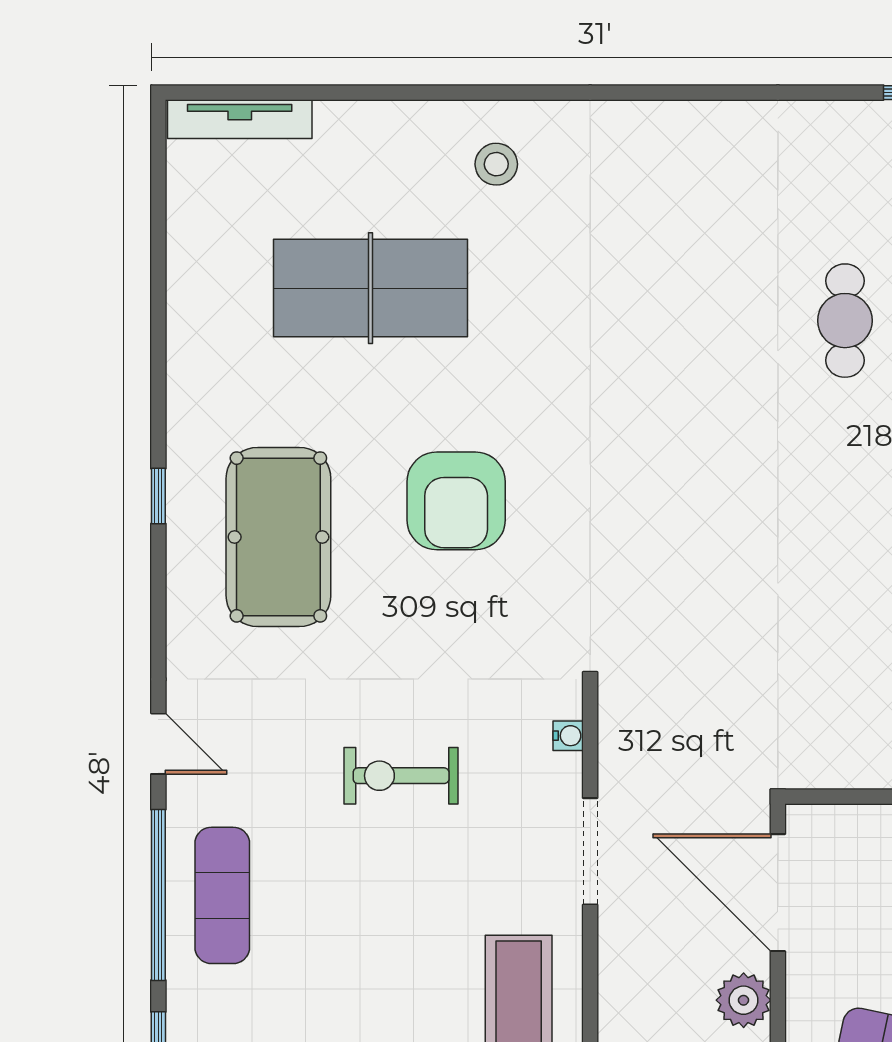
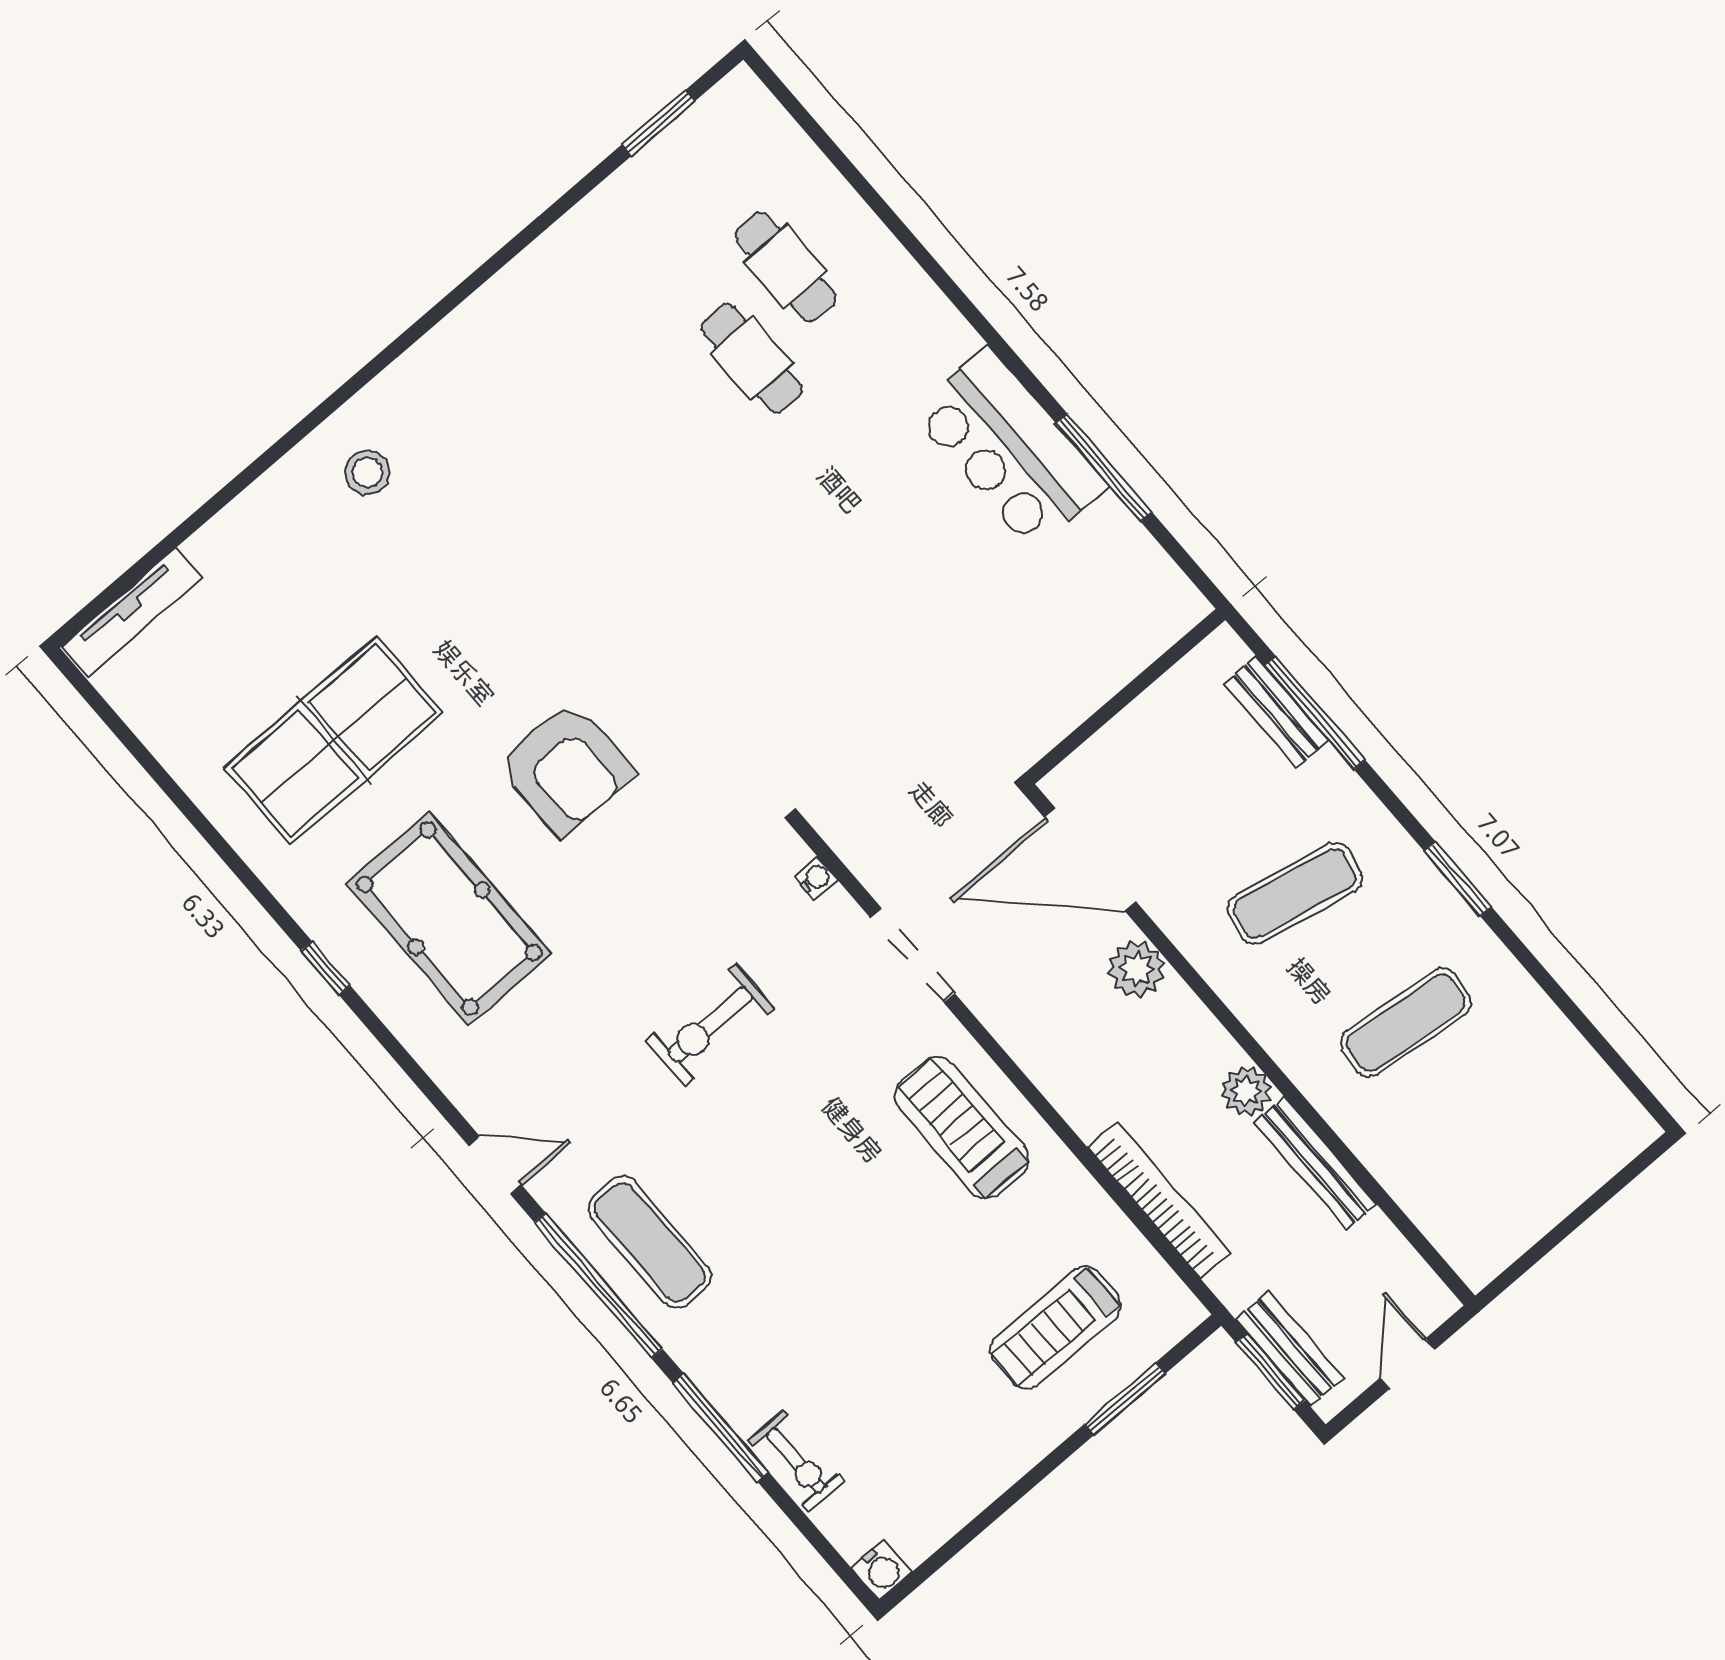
table tennis table: (370, 288) -> (334, 740), moved

